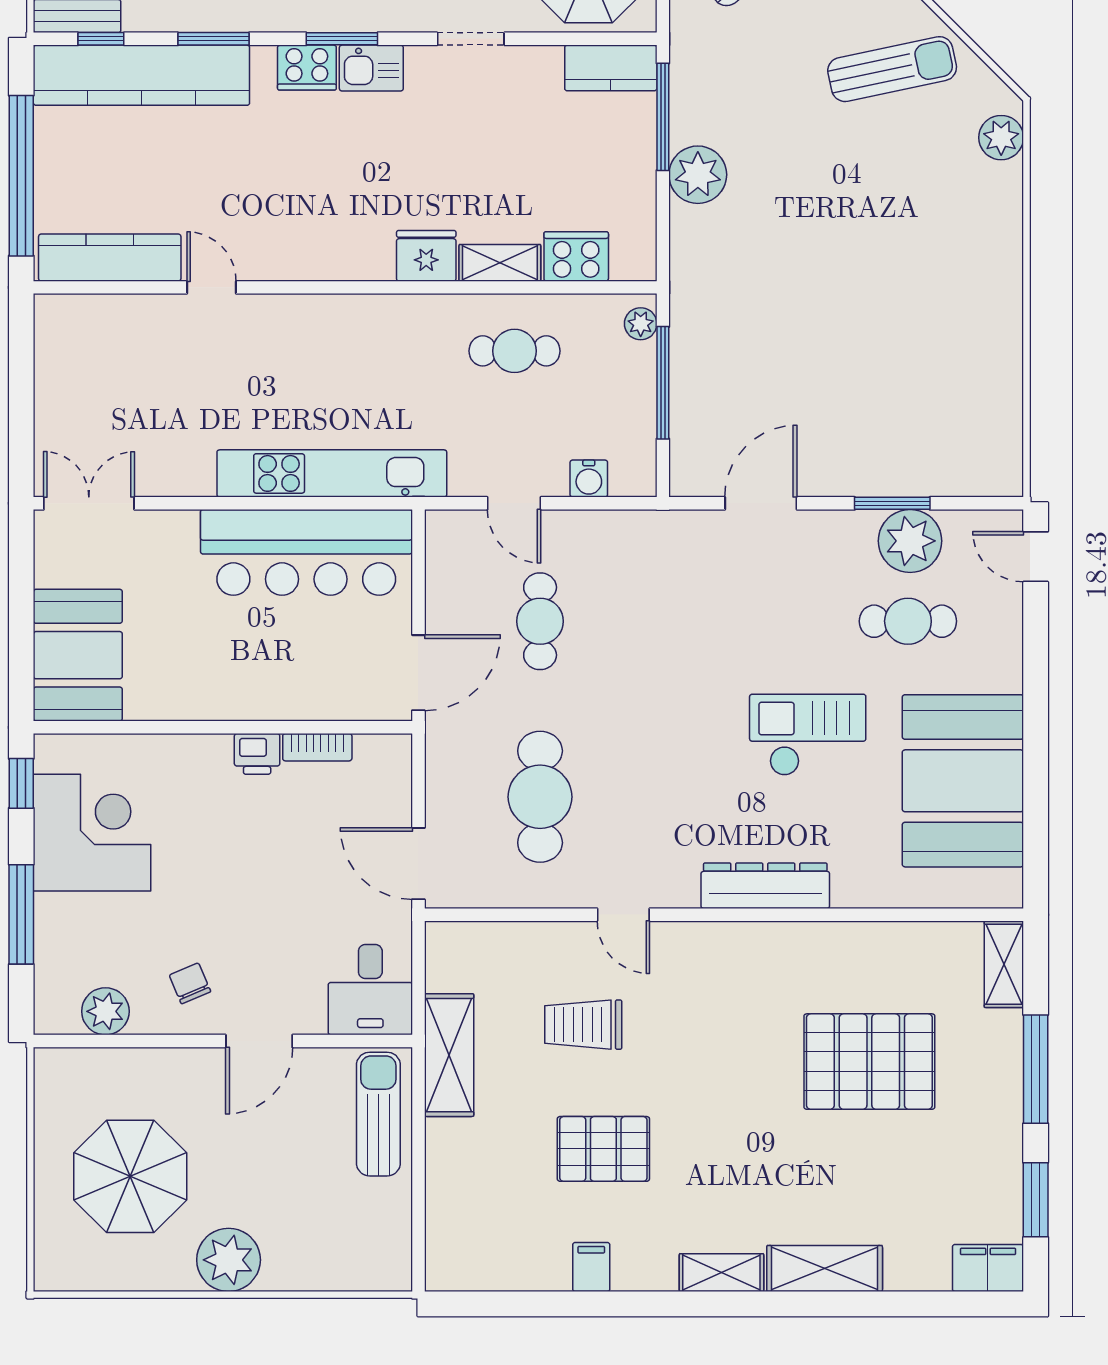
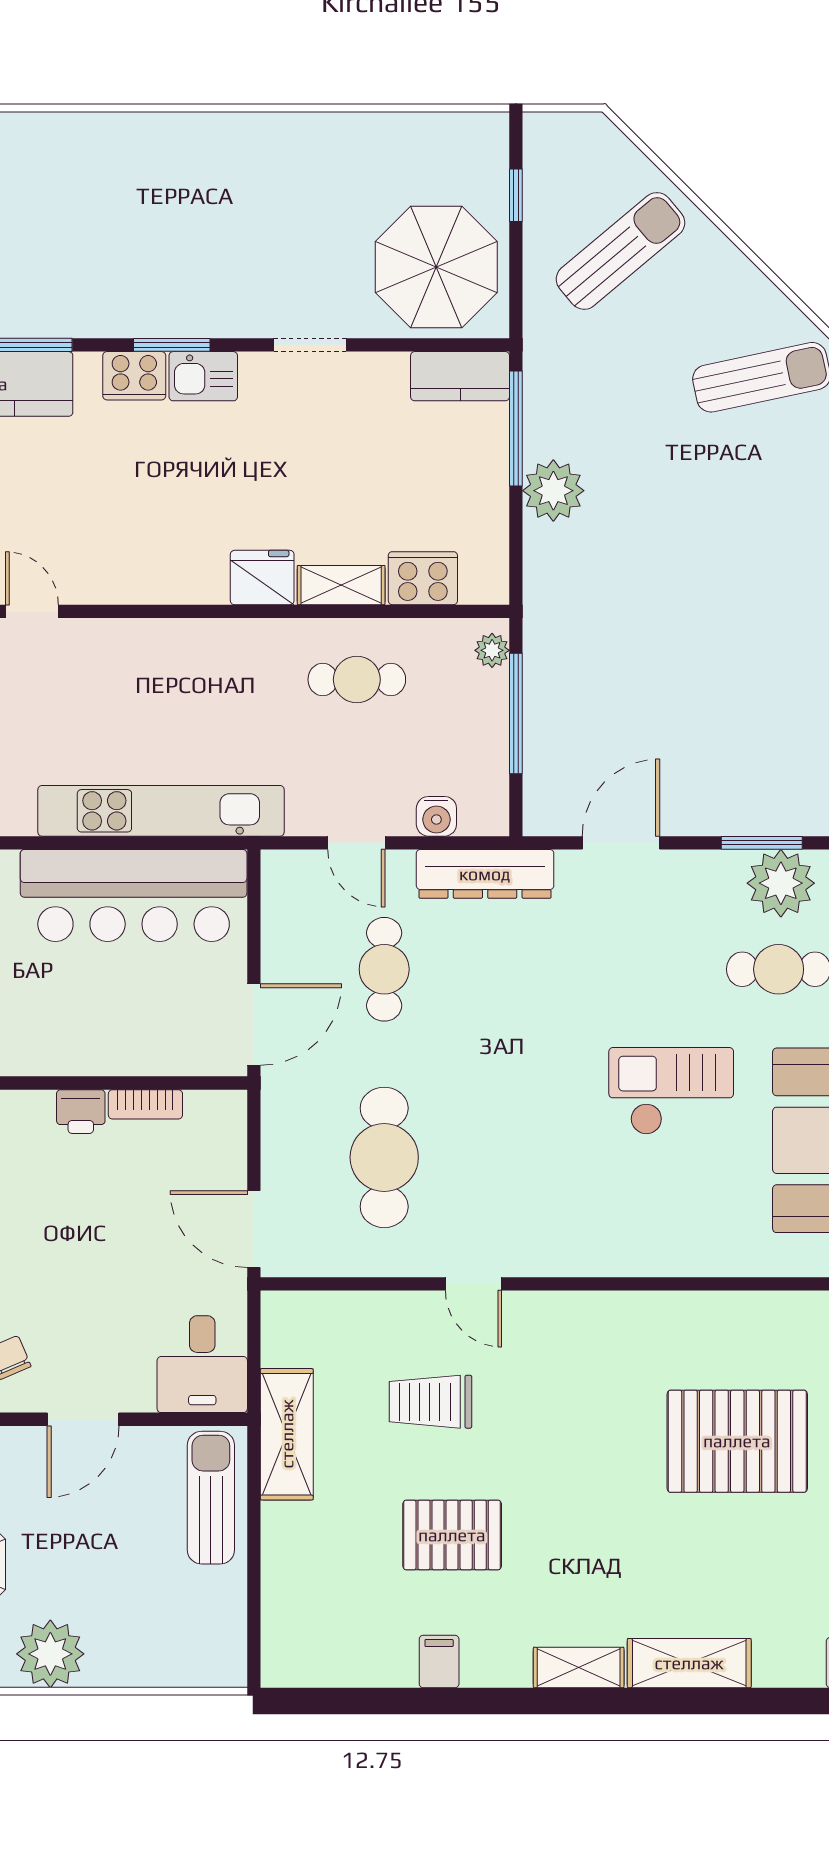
dresser: (765, 886) -> (485, 874), moved, turned 180

